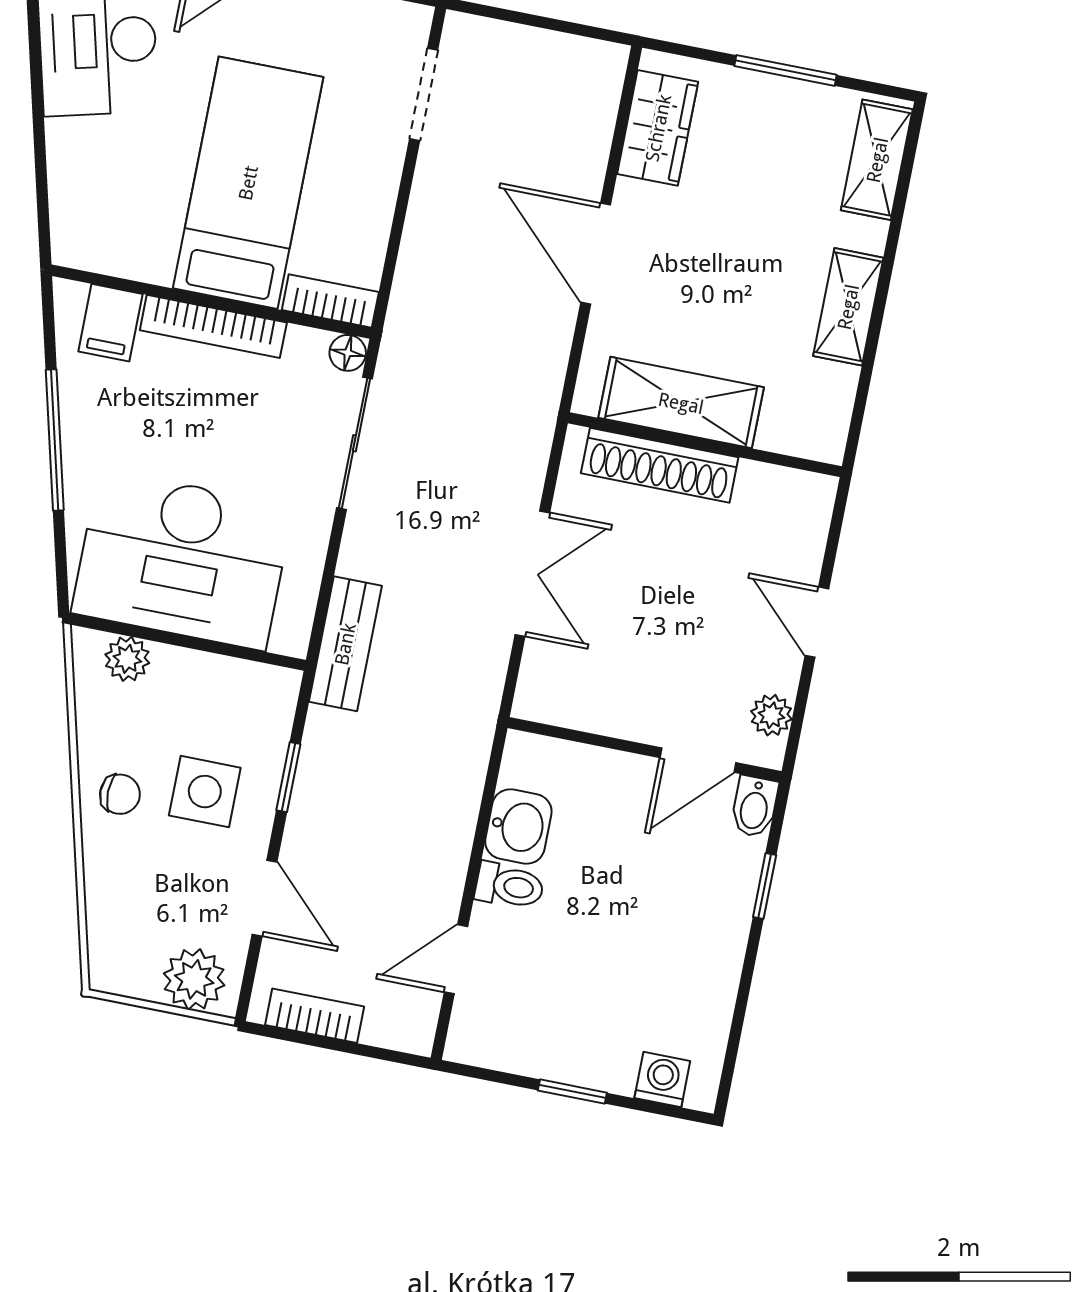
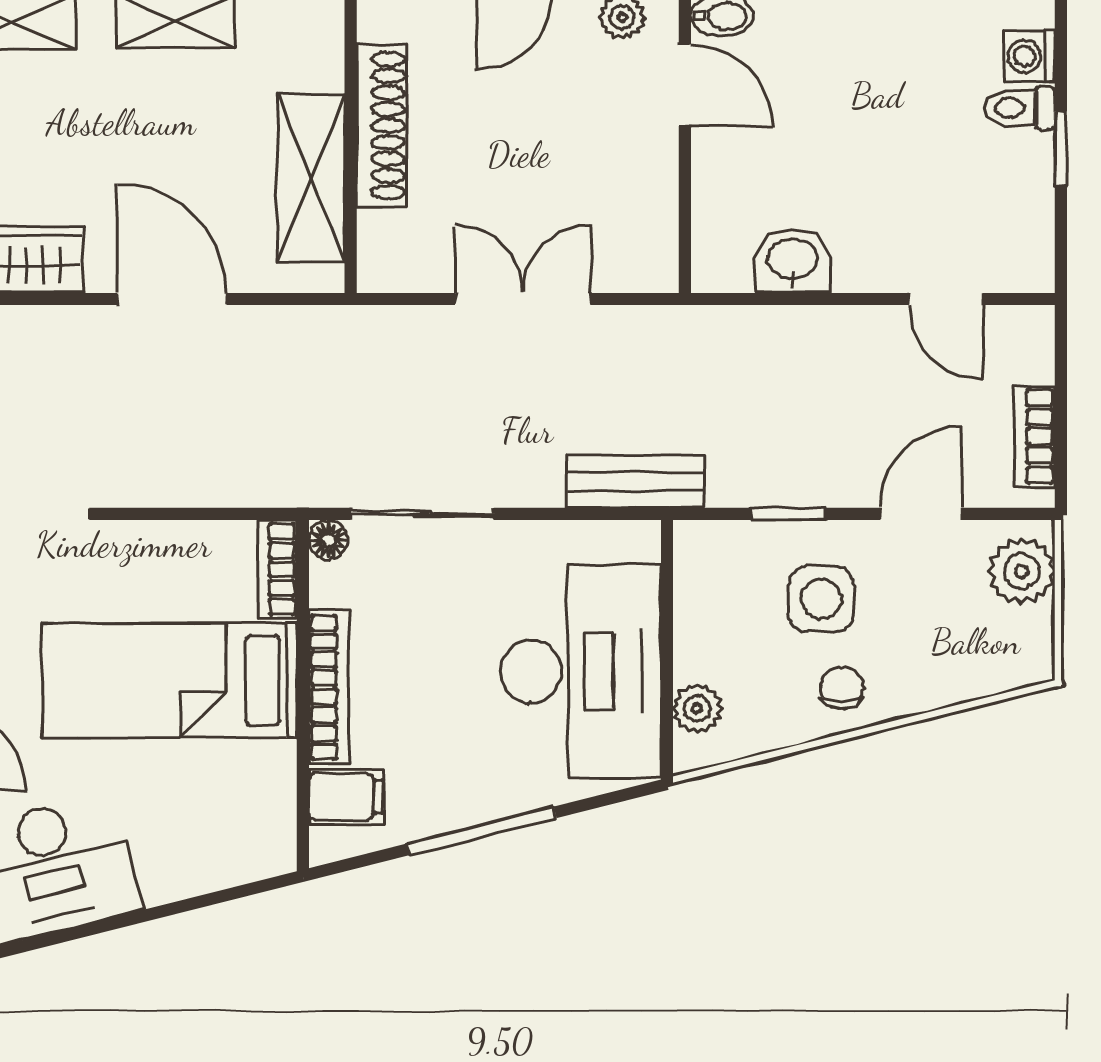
door: (596, 254) -> (172, 299), swing flipped
shoe rack: (660, 465) -> (382, 126), moved
toilet: (510, 886) -> (1020, 108), moved, turned -90

